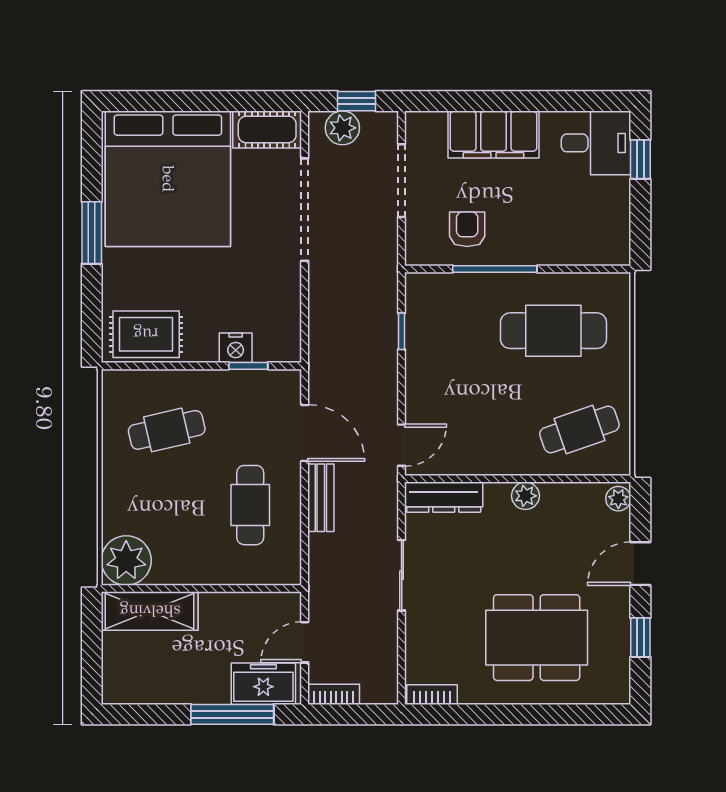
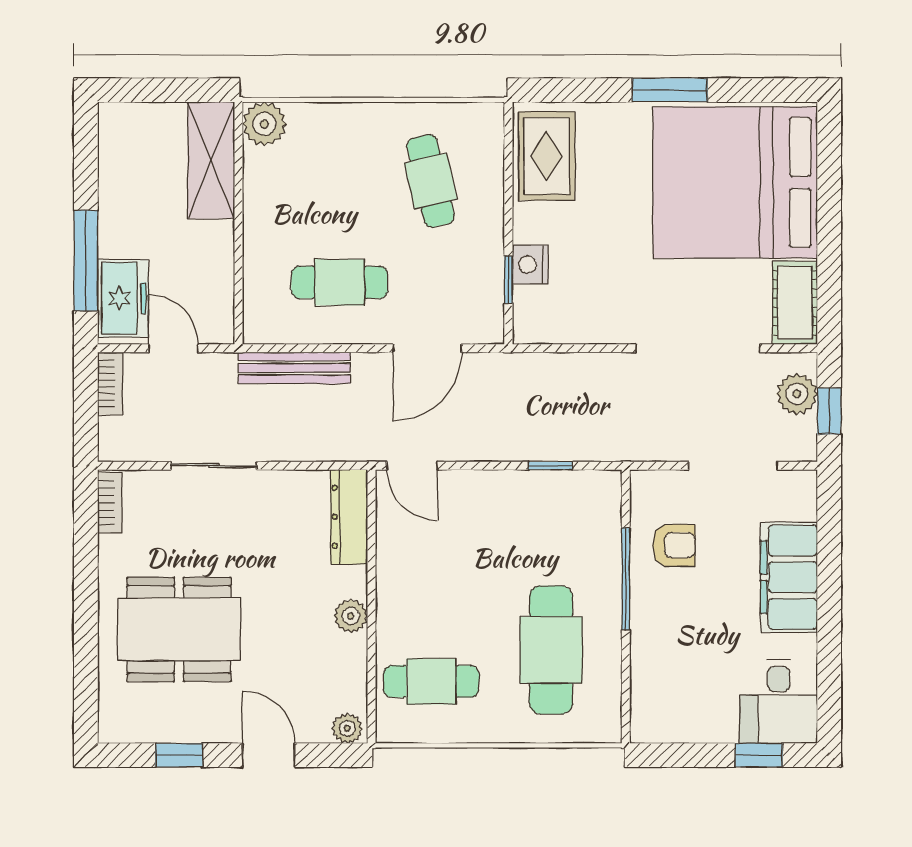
cafe table: (579, 429) -> (431, 681), turned -71
bench: (321, 498) -> (294, 368), moved, width x1.36
plant: (126, 560) -> (264, 124), width x0.73, depth x0.73
sliding door: (402, 575) -> (214, 466), moved
dining table: (537, 638) -> (179, 629), turned 90

